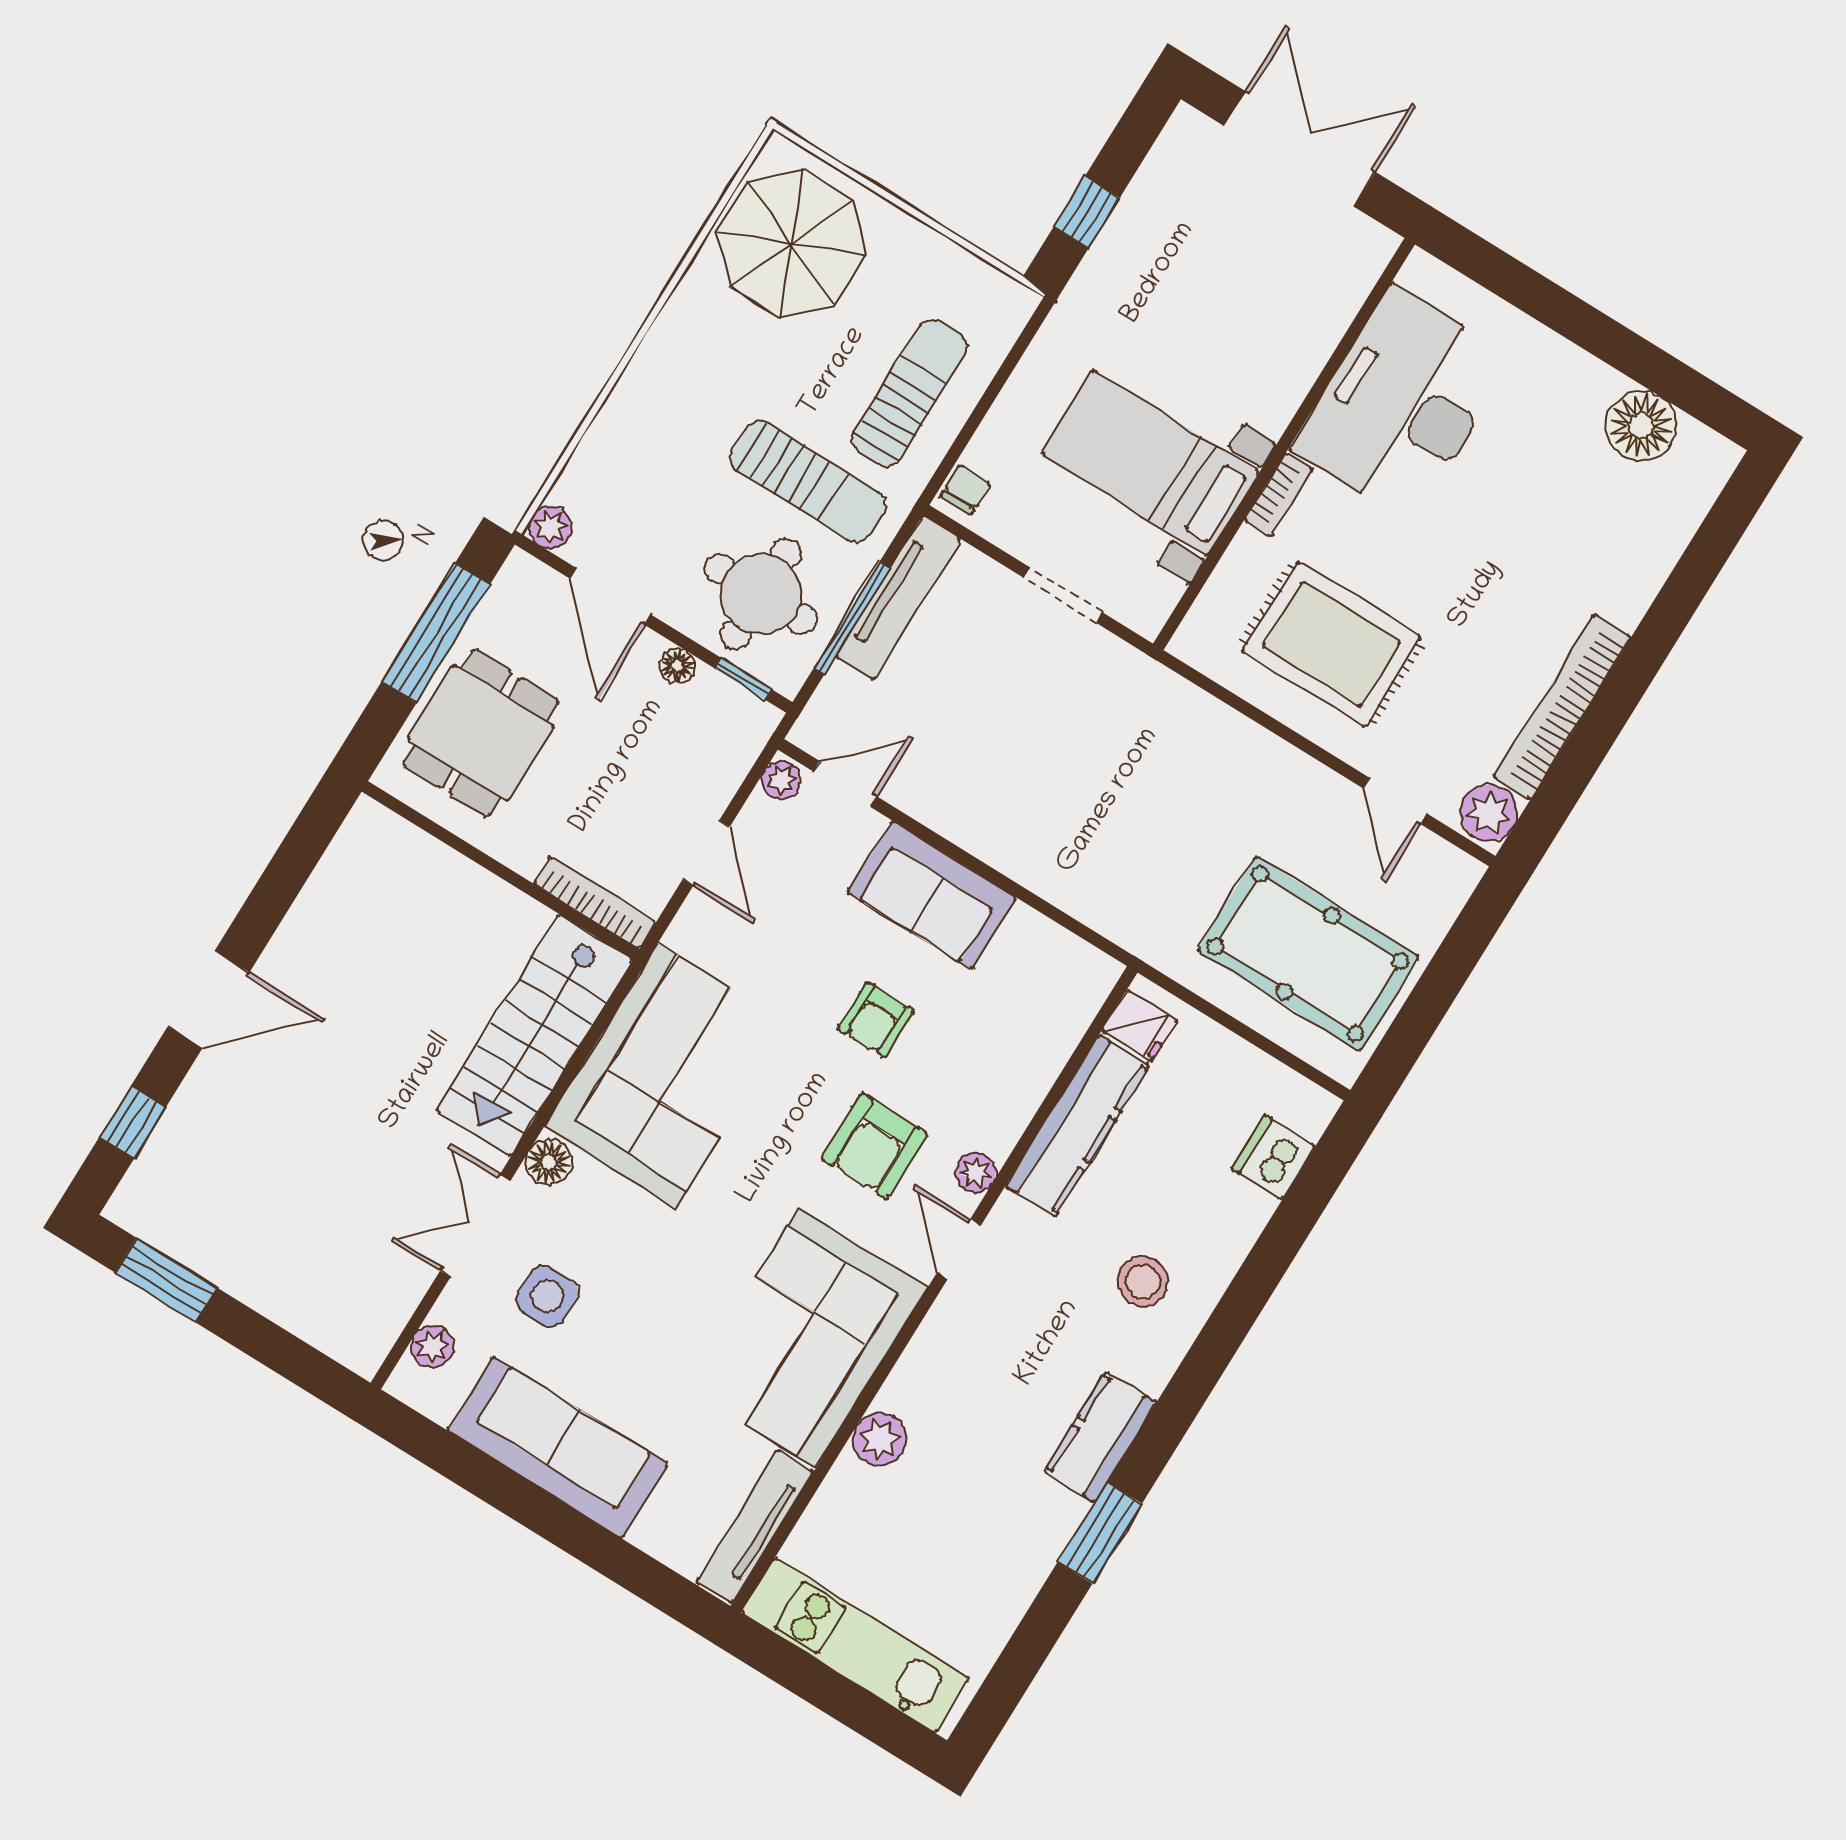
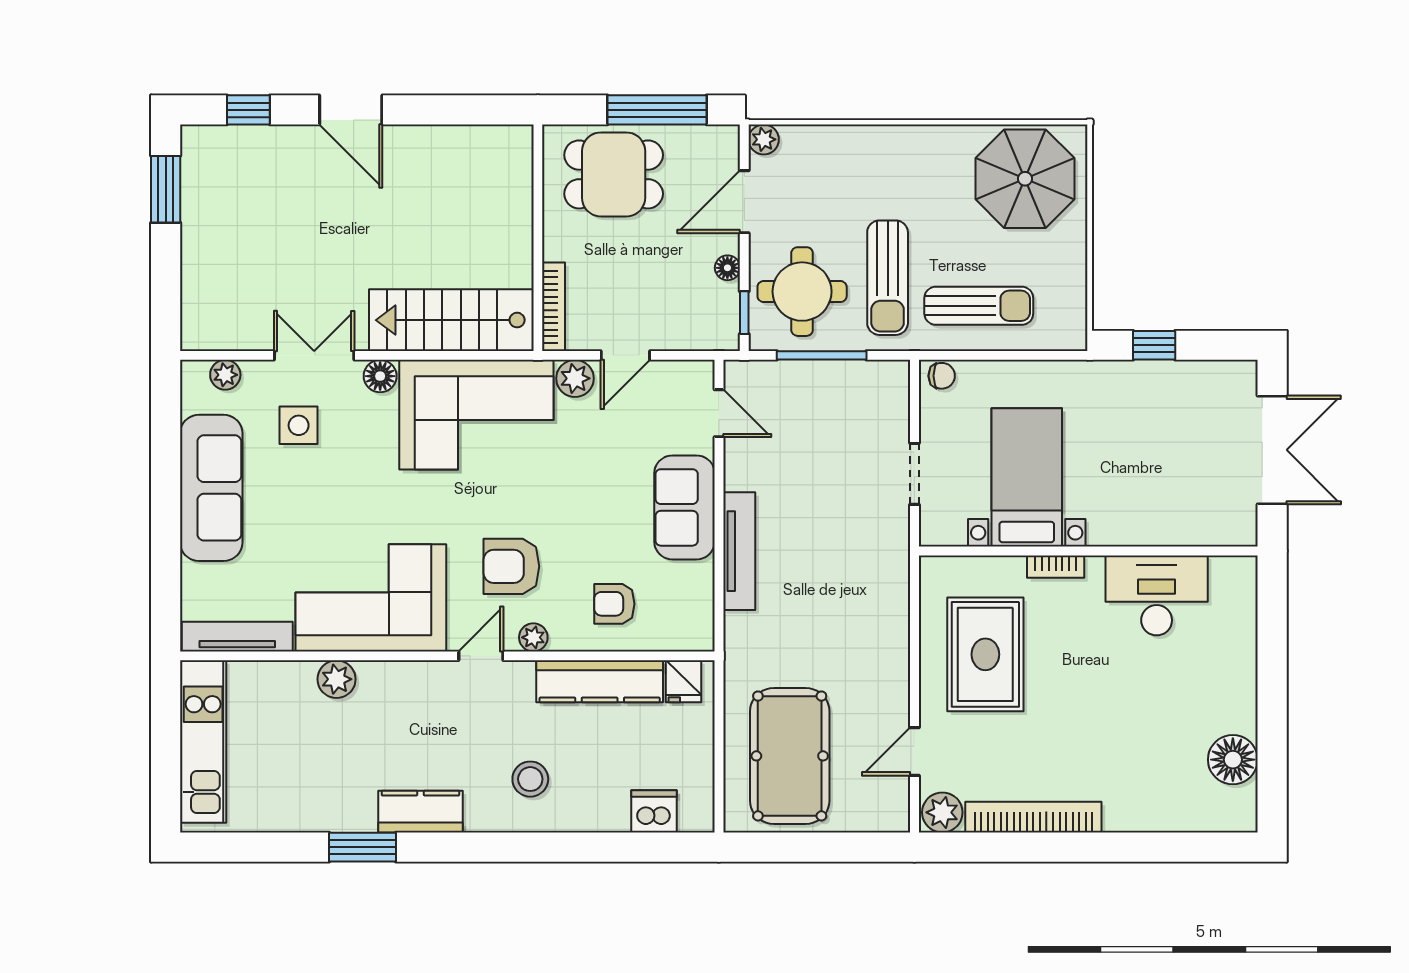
desk: (1402, 404) -> (1157, 595), width x0.73, depth x0.77
tv unit: (898, 598) -> (739, 551), moved, turned -90
plant: (781, 780) -> (575, 378), moved, width x1.38, depth x1.38
armchair: (876, 1020) -> (614, 604), moved

